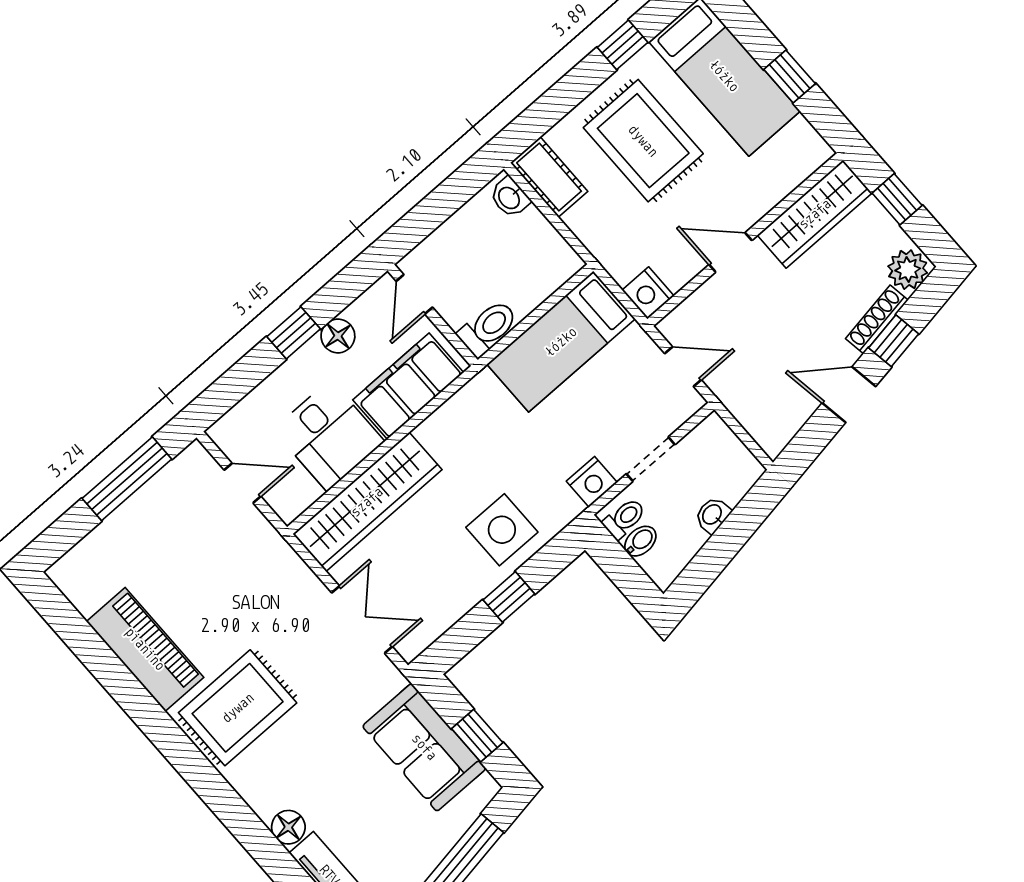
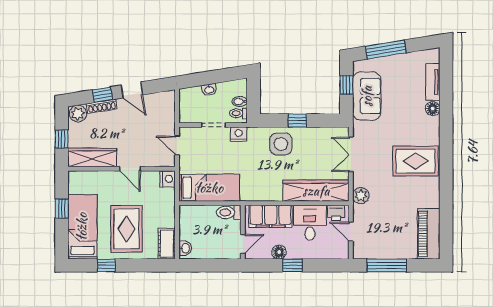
printer: (298, 494) -> (336, 213), added
plant: (281, 562) -> (361, 196), added
piano: (145, 649) -> (429, 234), moved

